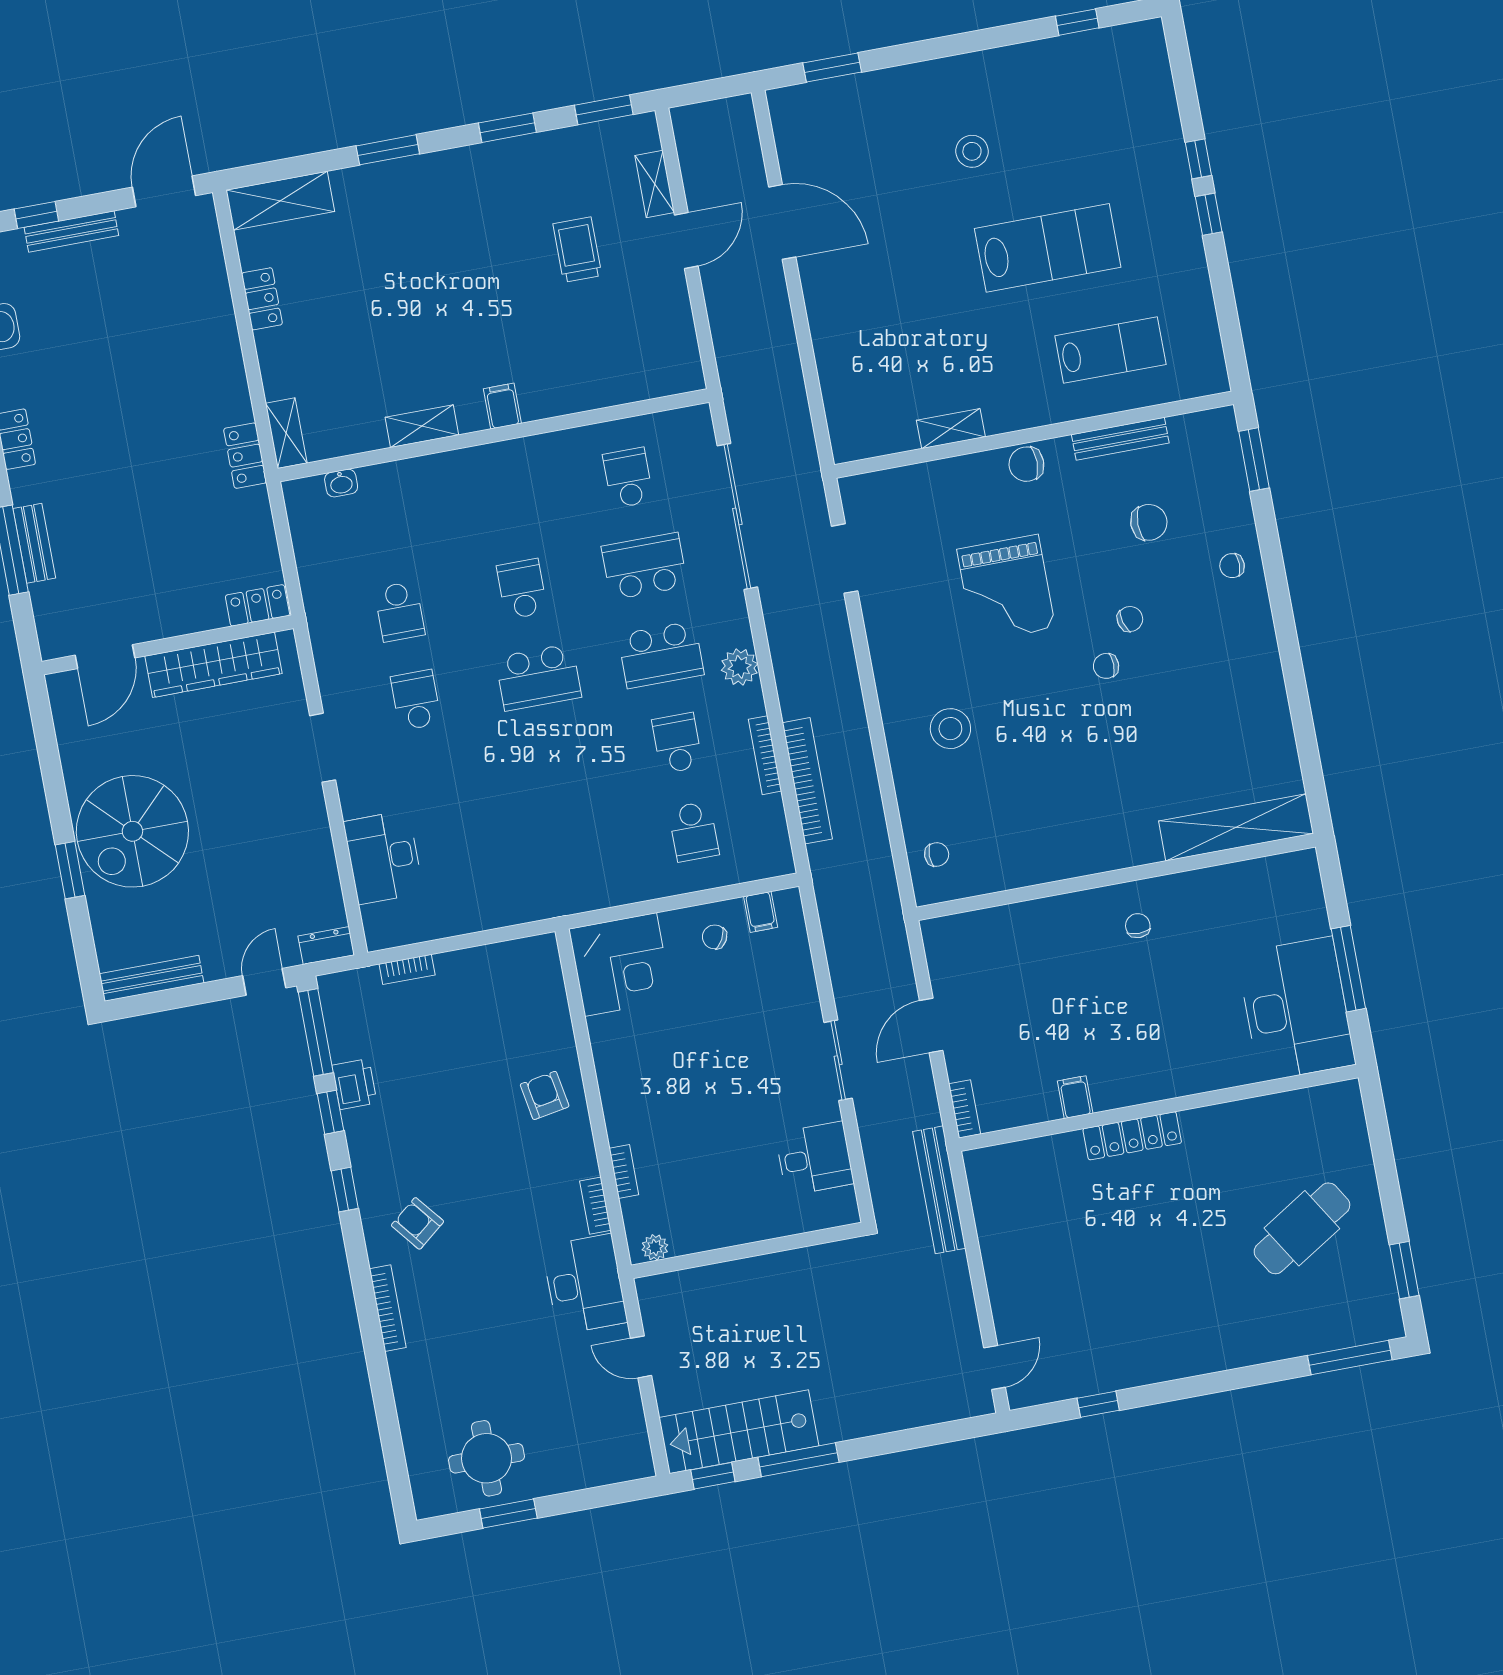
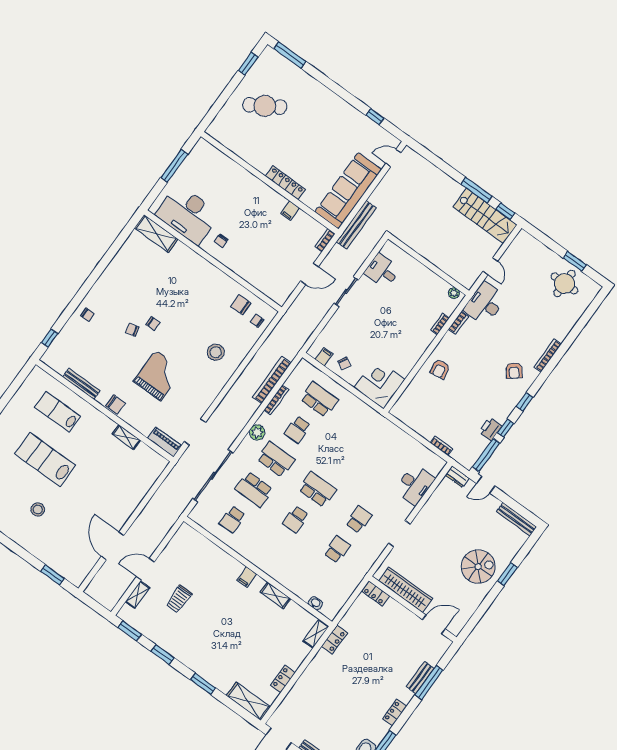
window: (1254, 460) -> (50, 338), width x0.67
piano: (878, 488) -> (165, 442), added
chair: (1149, 522) -> (241, 305), moved
school desk: (416, 700) -> (359, 519), turned 180
shelving: (1236, 827) -> (156, 233), width x0.68
spiral stairs: (132, 831) -> (478, 567), width x0.73, depth x0.73
school desk: (694, 832) -> (319, 399), width x1.85
desk: (1296, 1009) -> (188, 214), moved, turned -90
sofa: (1013, 1233) -> (348, 191), added

